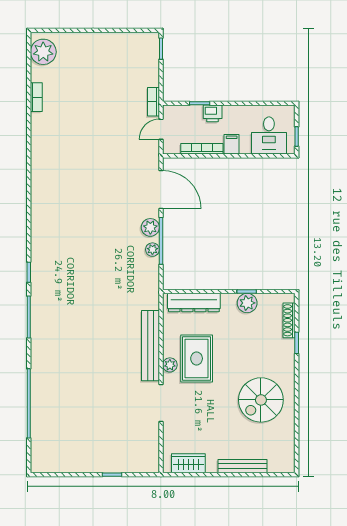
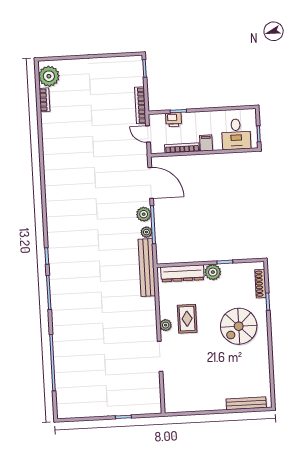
bookcase: (36, 97) -> (44, 100), moved
bookcase: (153, 102) -> (140, 105), width x1.56
printer: (213, 113) -> (174, 120), moved
door: (161, 129) -> (148, 134), hinge flipped
plant: (247, 303) -> (213, 272), moved
bench: (151, 346) -> (147, 267), moved
rug: (197, 358) -> (187, 319), width x0.73, depth x0.70
spiral stairs: (261, 400) -> (239, 326), moved
wardrobe: (188, 463) -> (185, 404), removed
bench: (242, 466) -> (246, 403), moved

